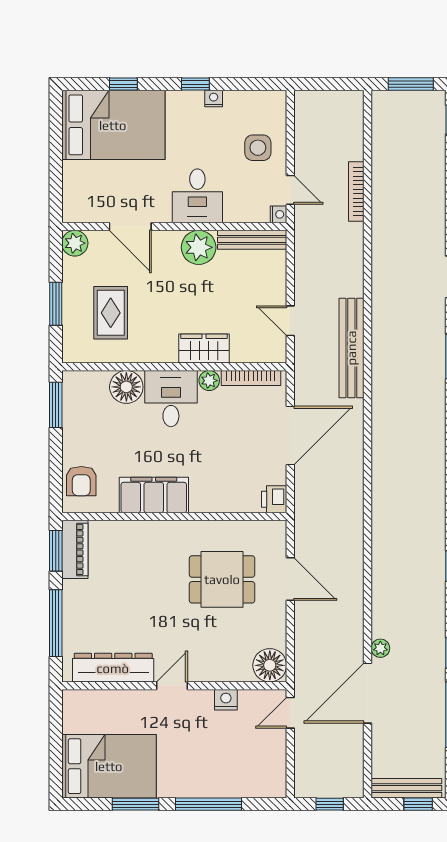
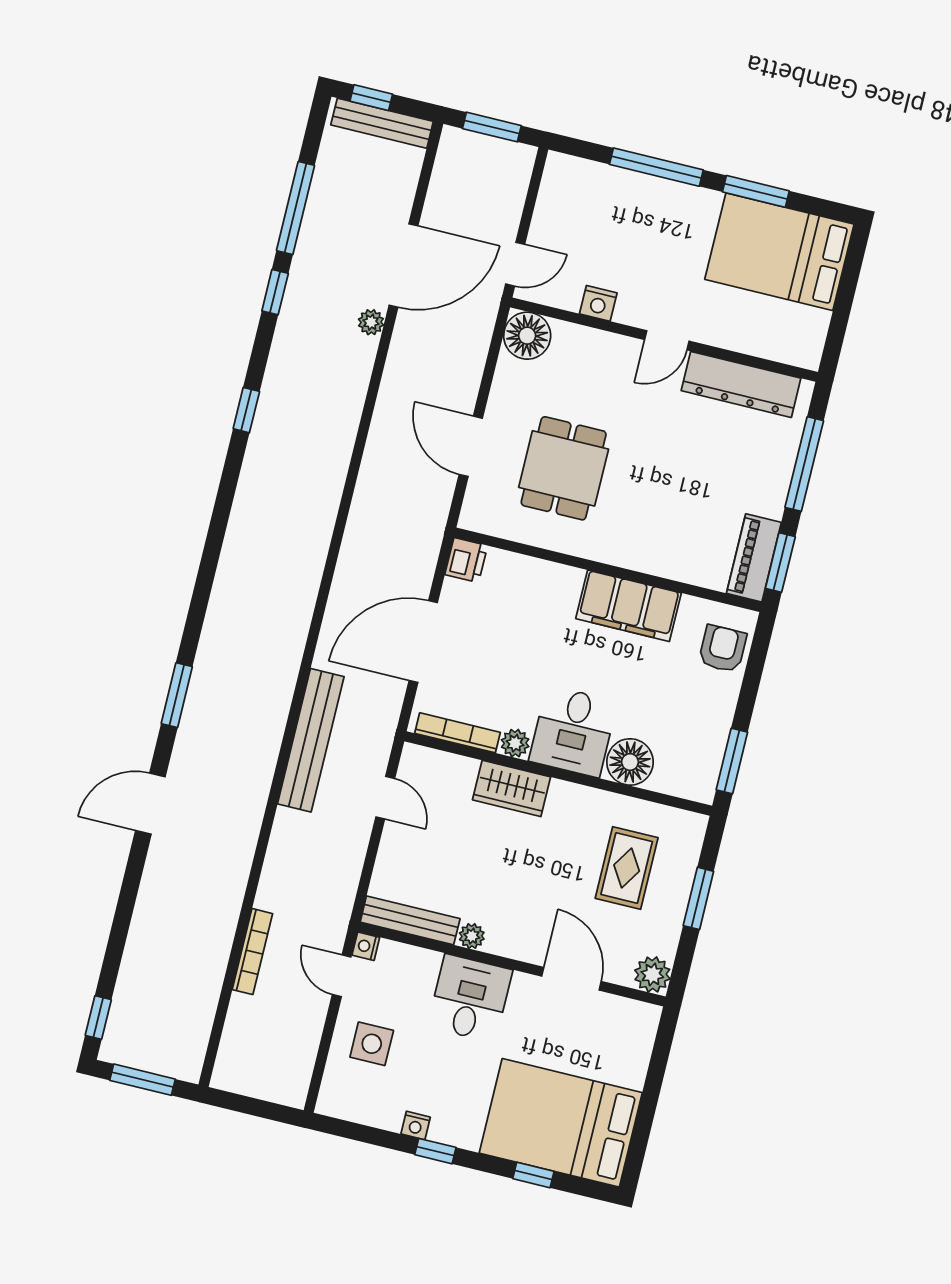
plant: (199, 247) -> (472, 936), width x0.53, depth x0.53
dining table: (222, 579) -> (564, 468), turned 90
window: (330, 804) -> (492, 127), width x1.50

